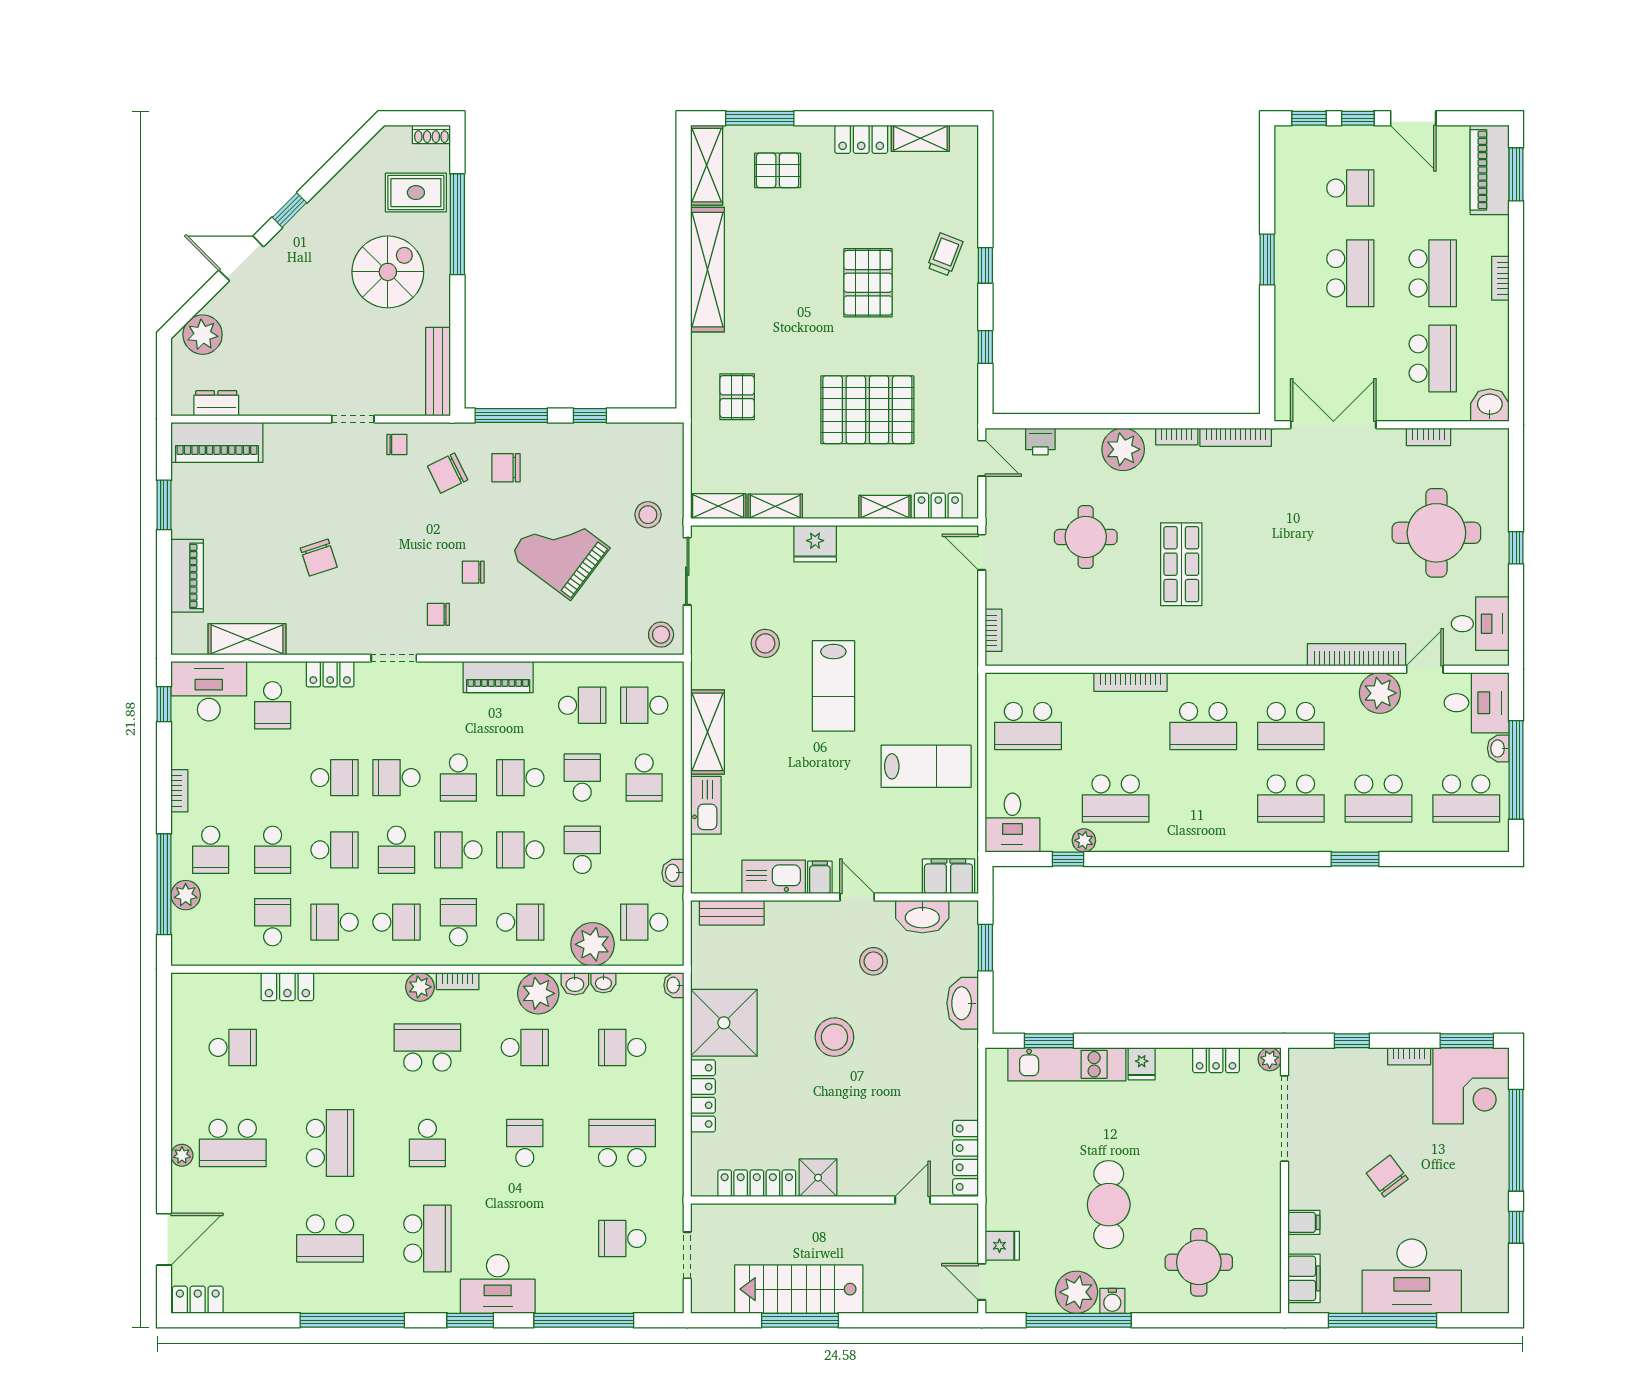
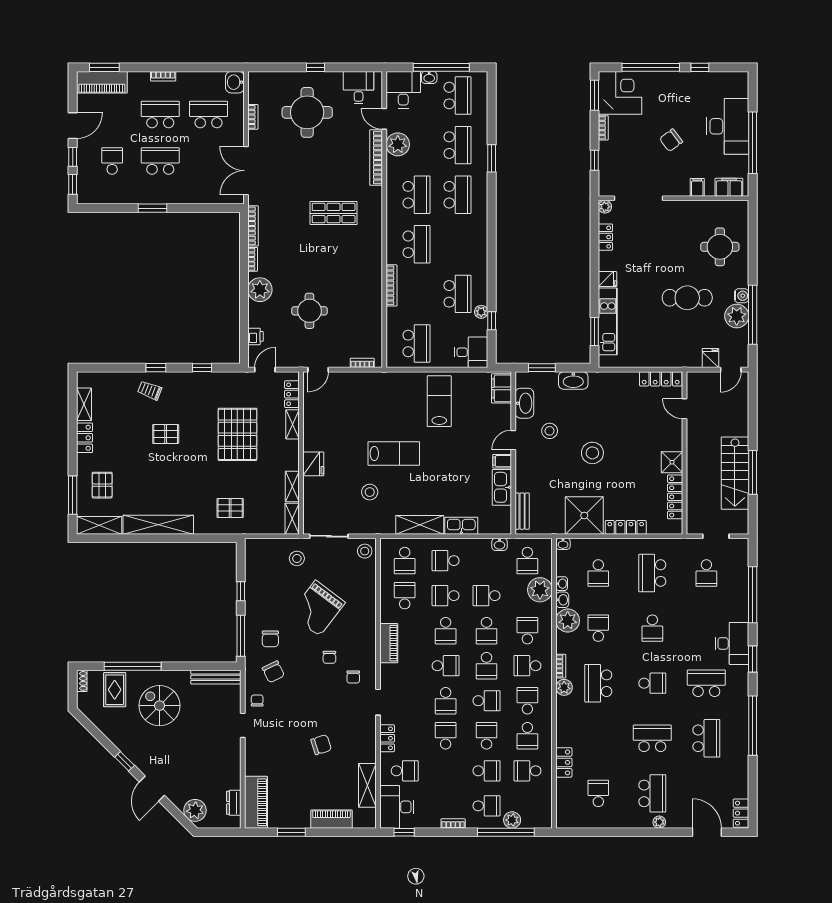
pallet: (868, 283) -> (166, 434), width x0.67, depth x0.71
shop shelf: (1181, 564) -> (334, 213), moved
school desk: (644, 778) -> (446, 561), turned 180
school desk: (525, 1143) -> (652, 628), turned -90

